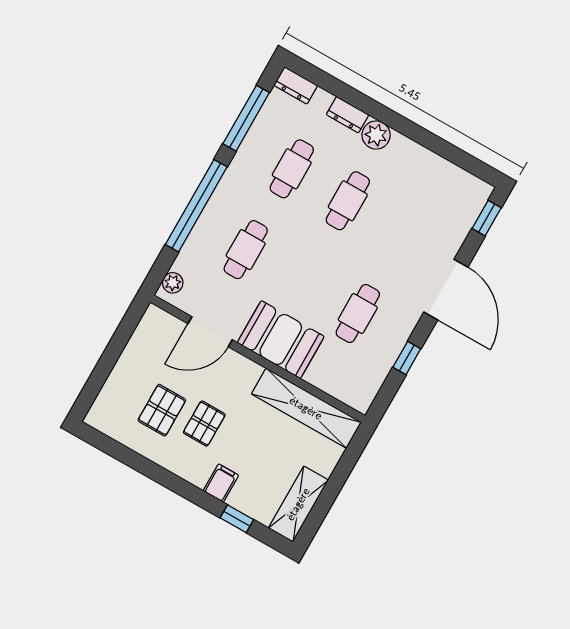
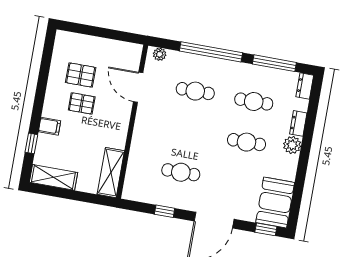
booth: (281, 340) -> (275, 202), moved
shelving: (306, 408) -> (111, 173), width x0.68

